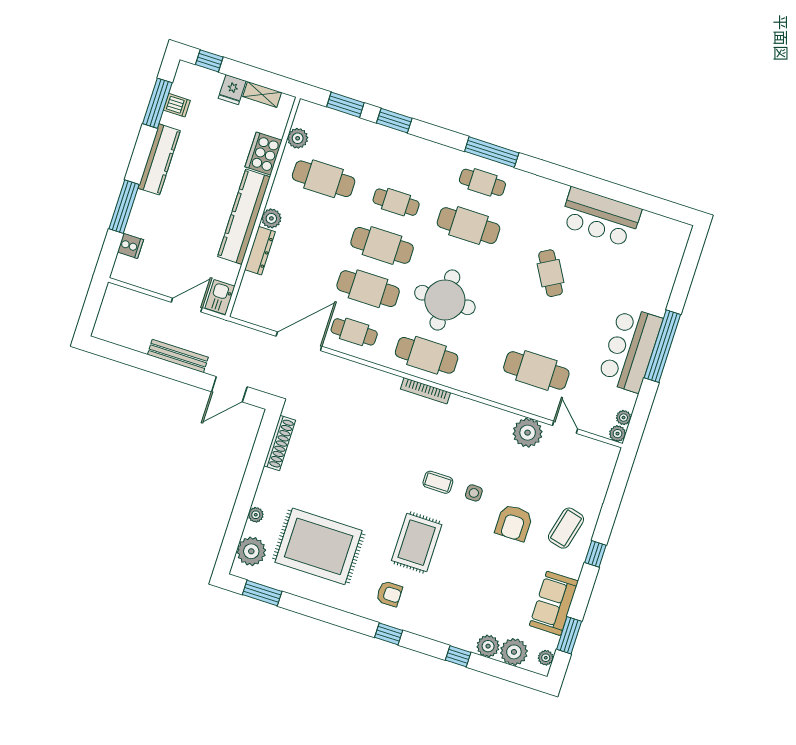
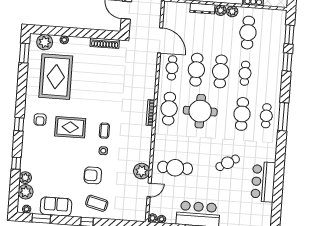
plant: (298, 138) -> (232, 11), moved
cafe table: (536, 370) -> (175, 168), turned 90

